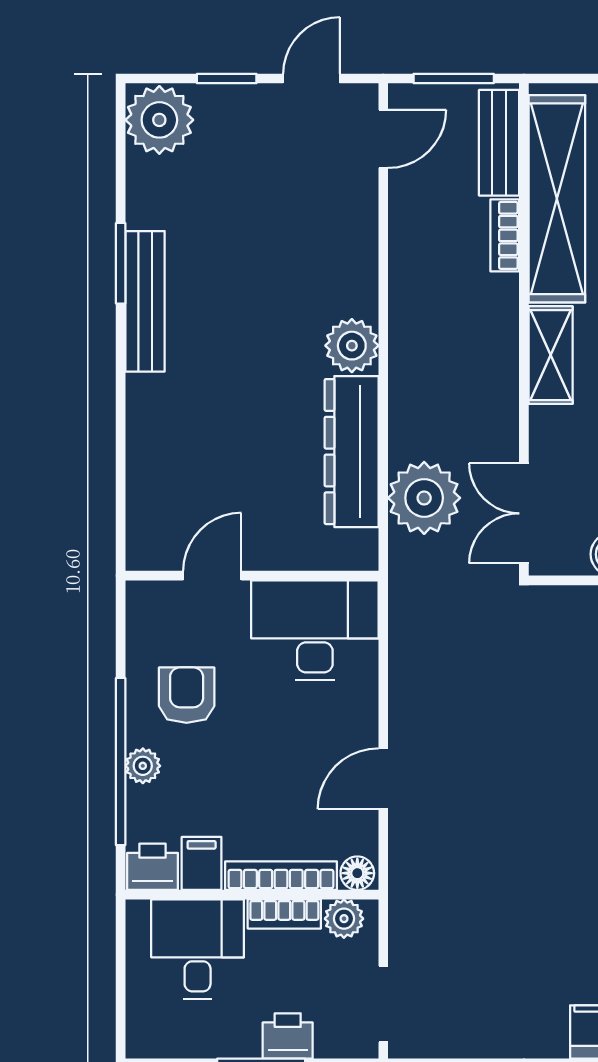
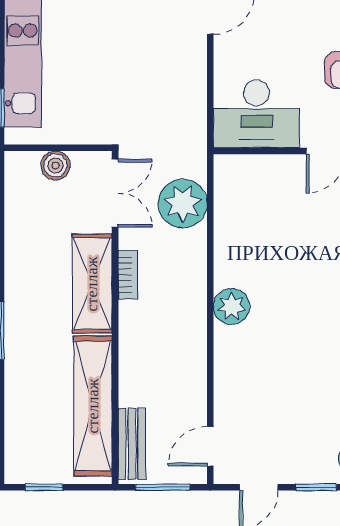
bookcase: (505, 235) -> (128, 275), moved
shelving: (551, 355) -> (92, 284), width x1.50, depth x1.33
dresser: (352, 452) -> (232, 235), removed

